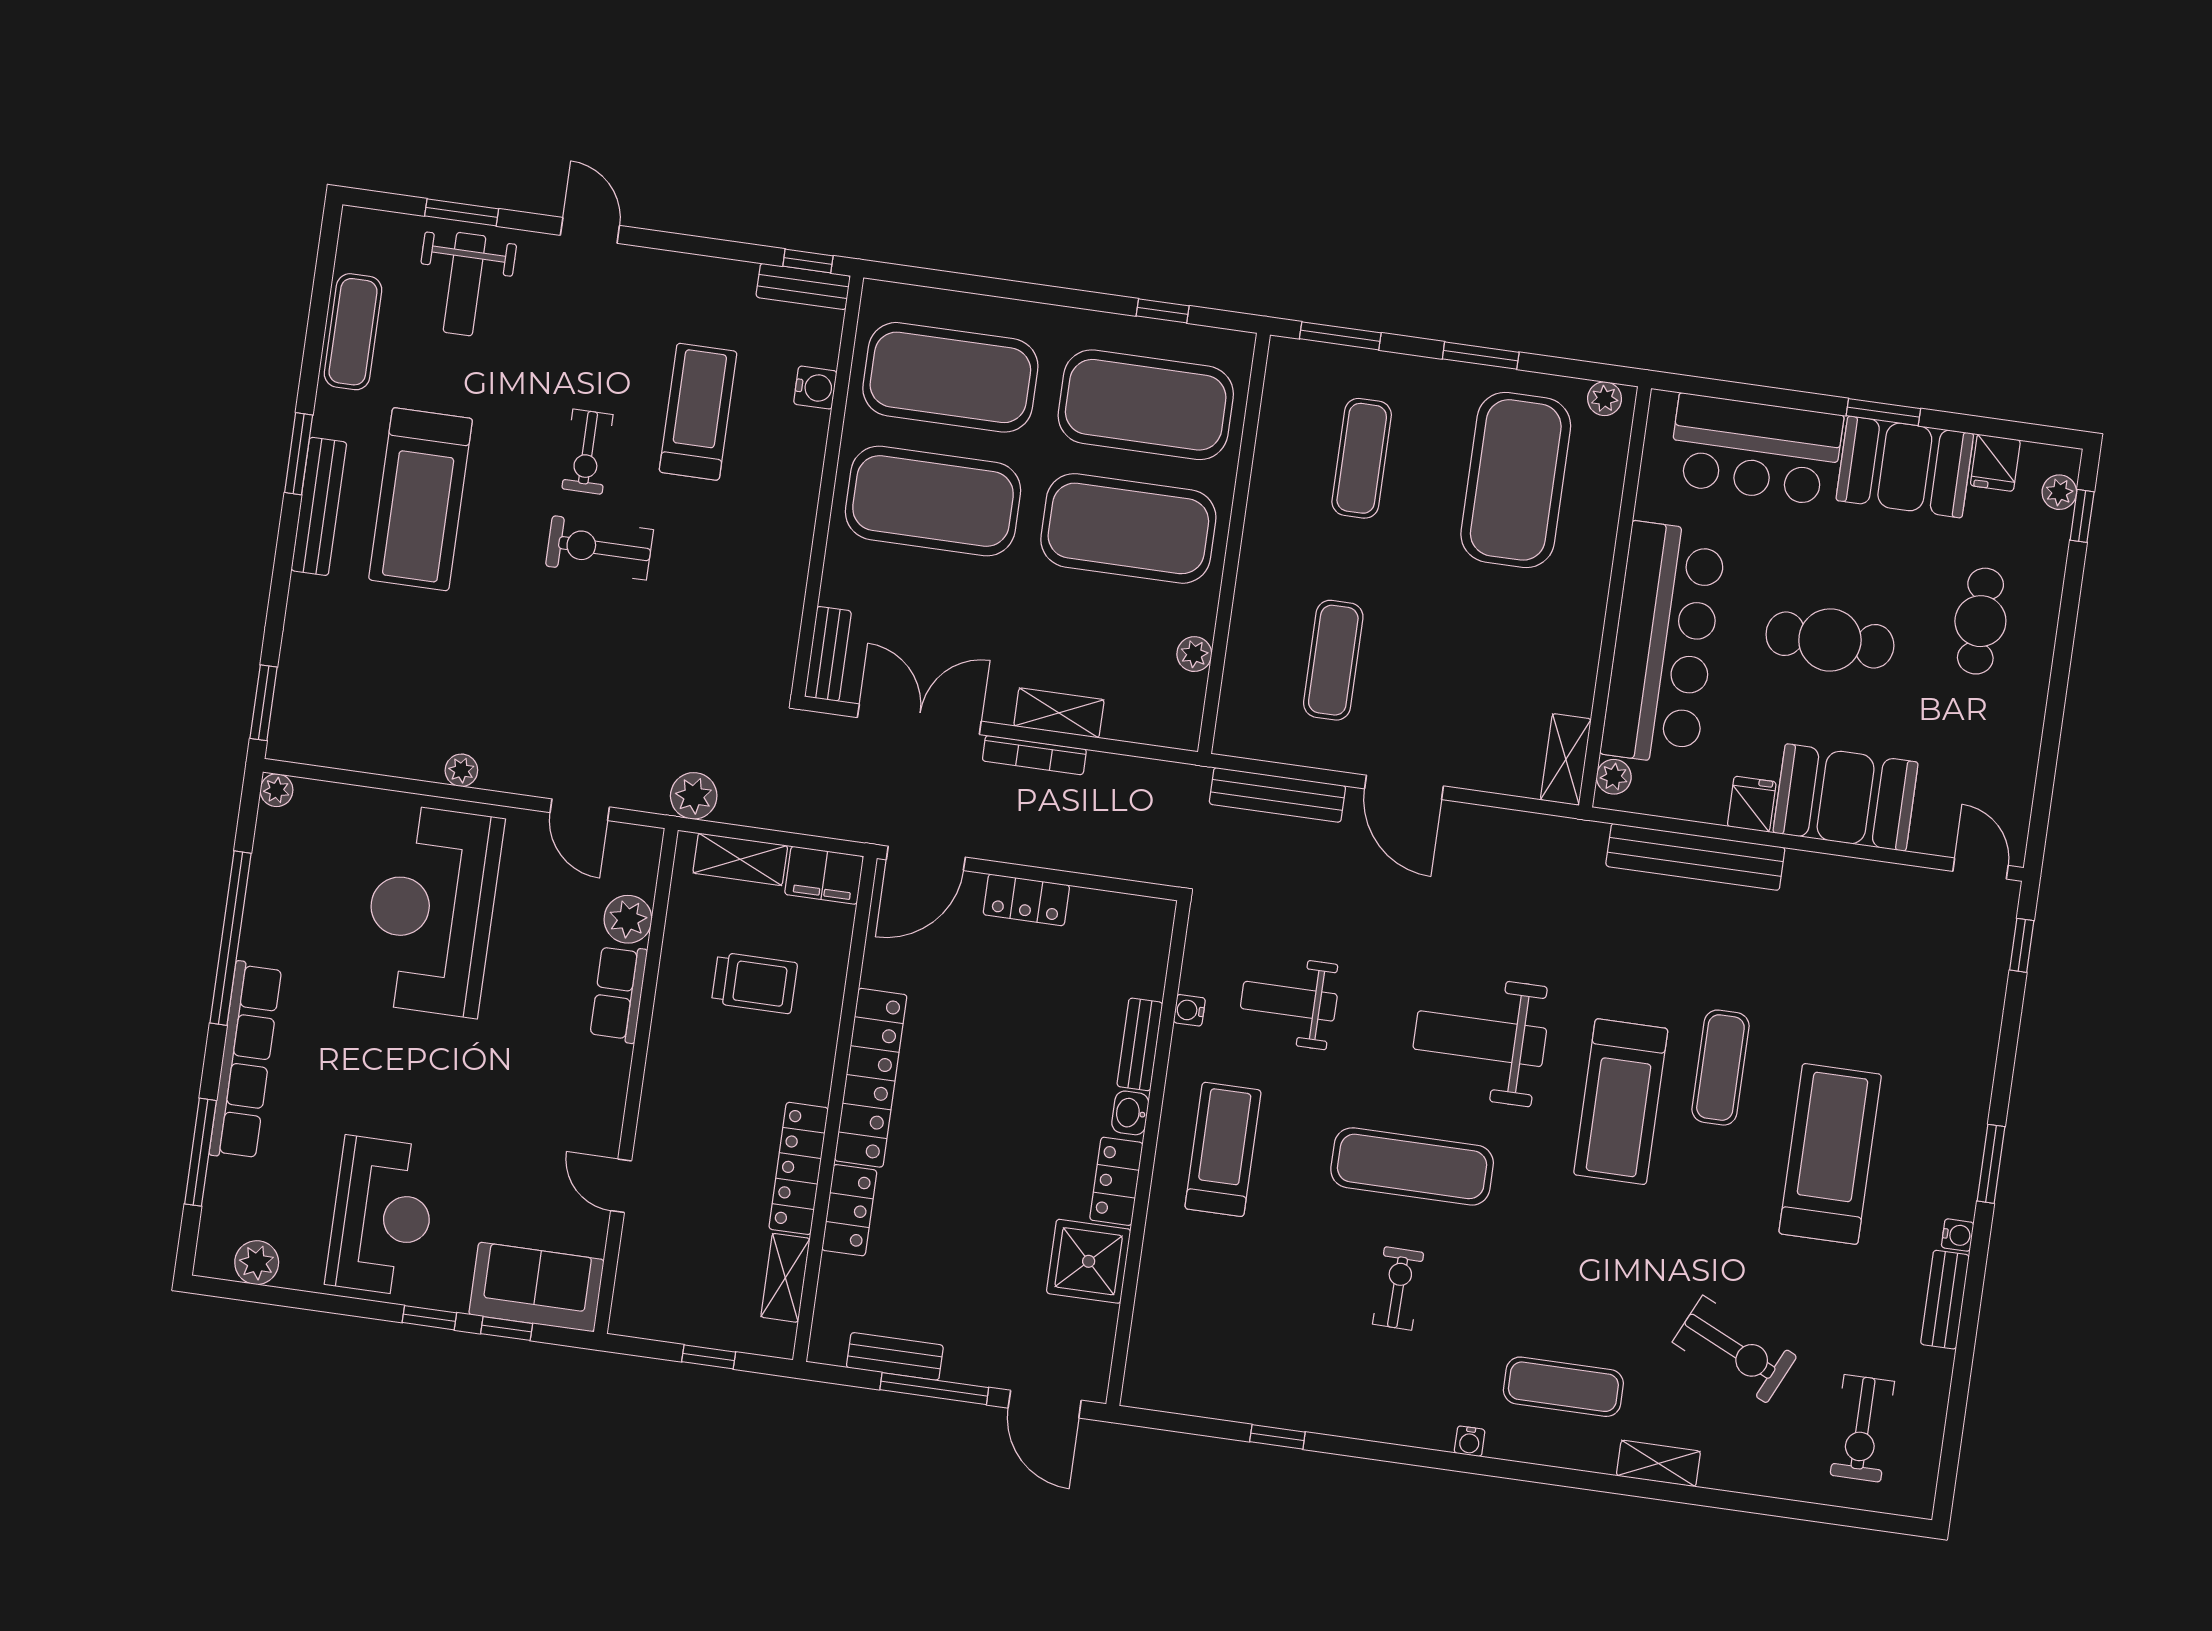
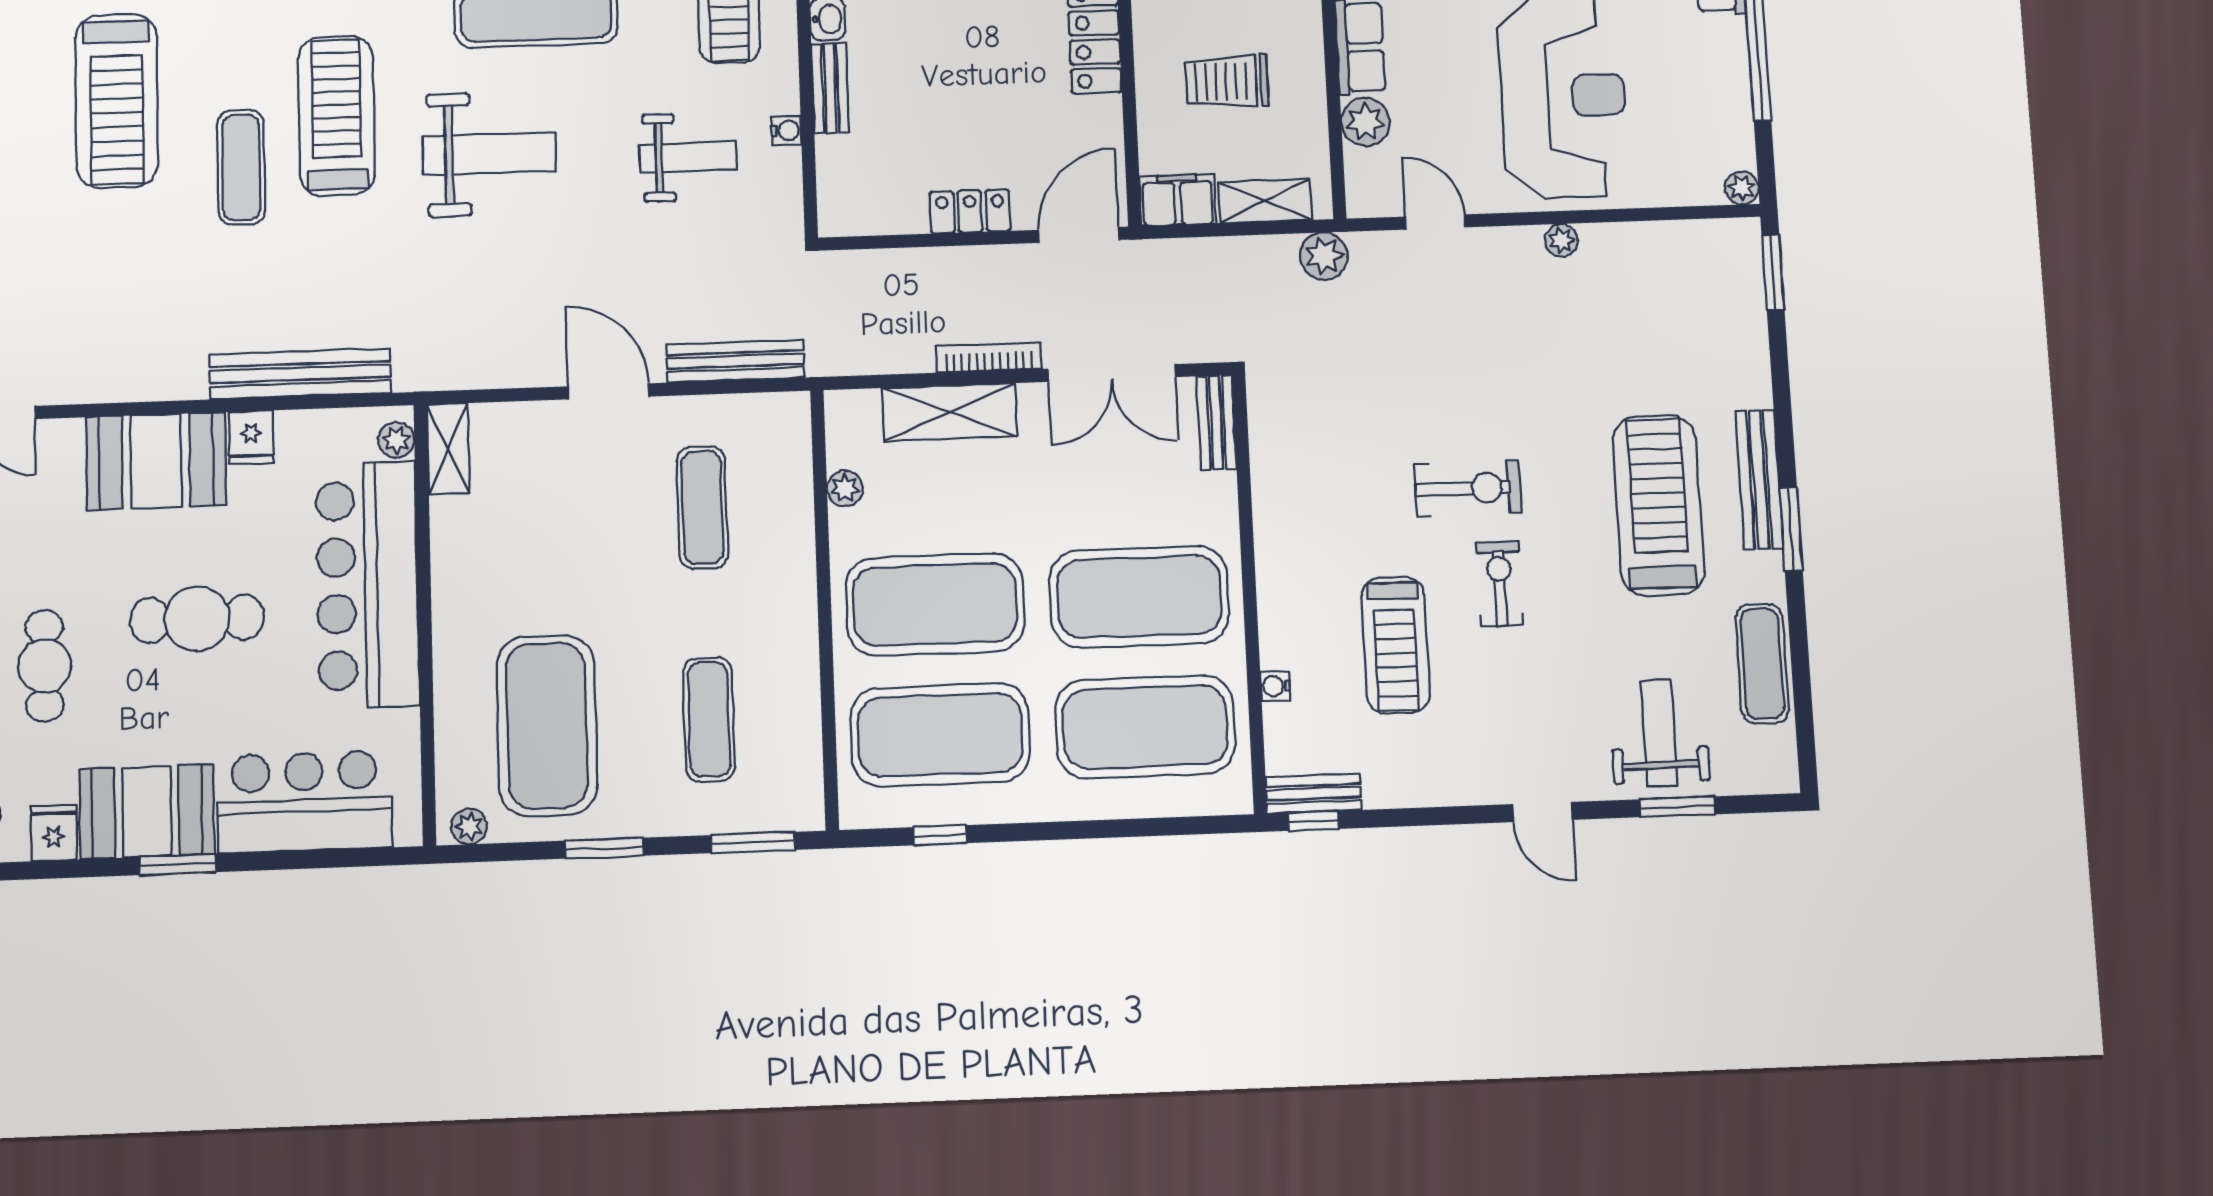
water cooler: (815, 388) -> (1275, 686), width x0.72, depth x0.72
shelving: (1059, 713) -> (950, 412), width x1.50, depth x1.33

